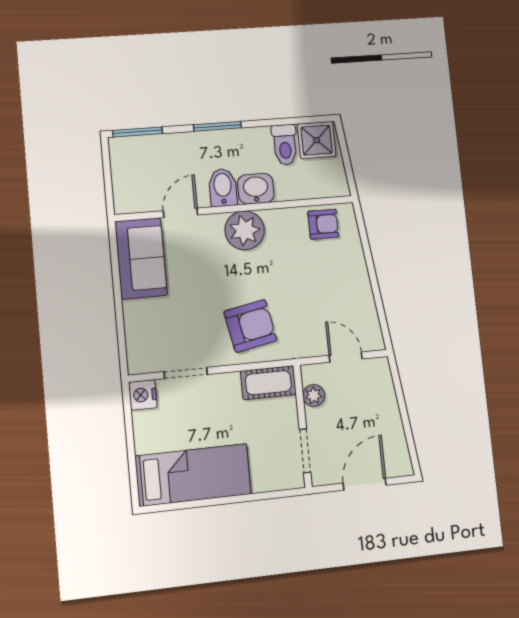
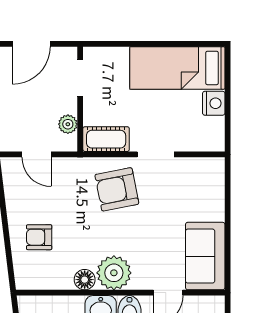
floor lamp: (277, 220) -> (85, 280), added
armchair: (323, 224) -> (39, 237), moved
doorway: (186, 373) -> (156, 154), moved
nightstand: (143, 395) -> (214, 103), moved

